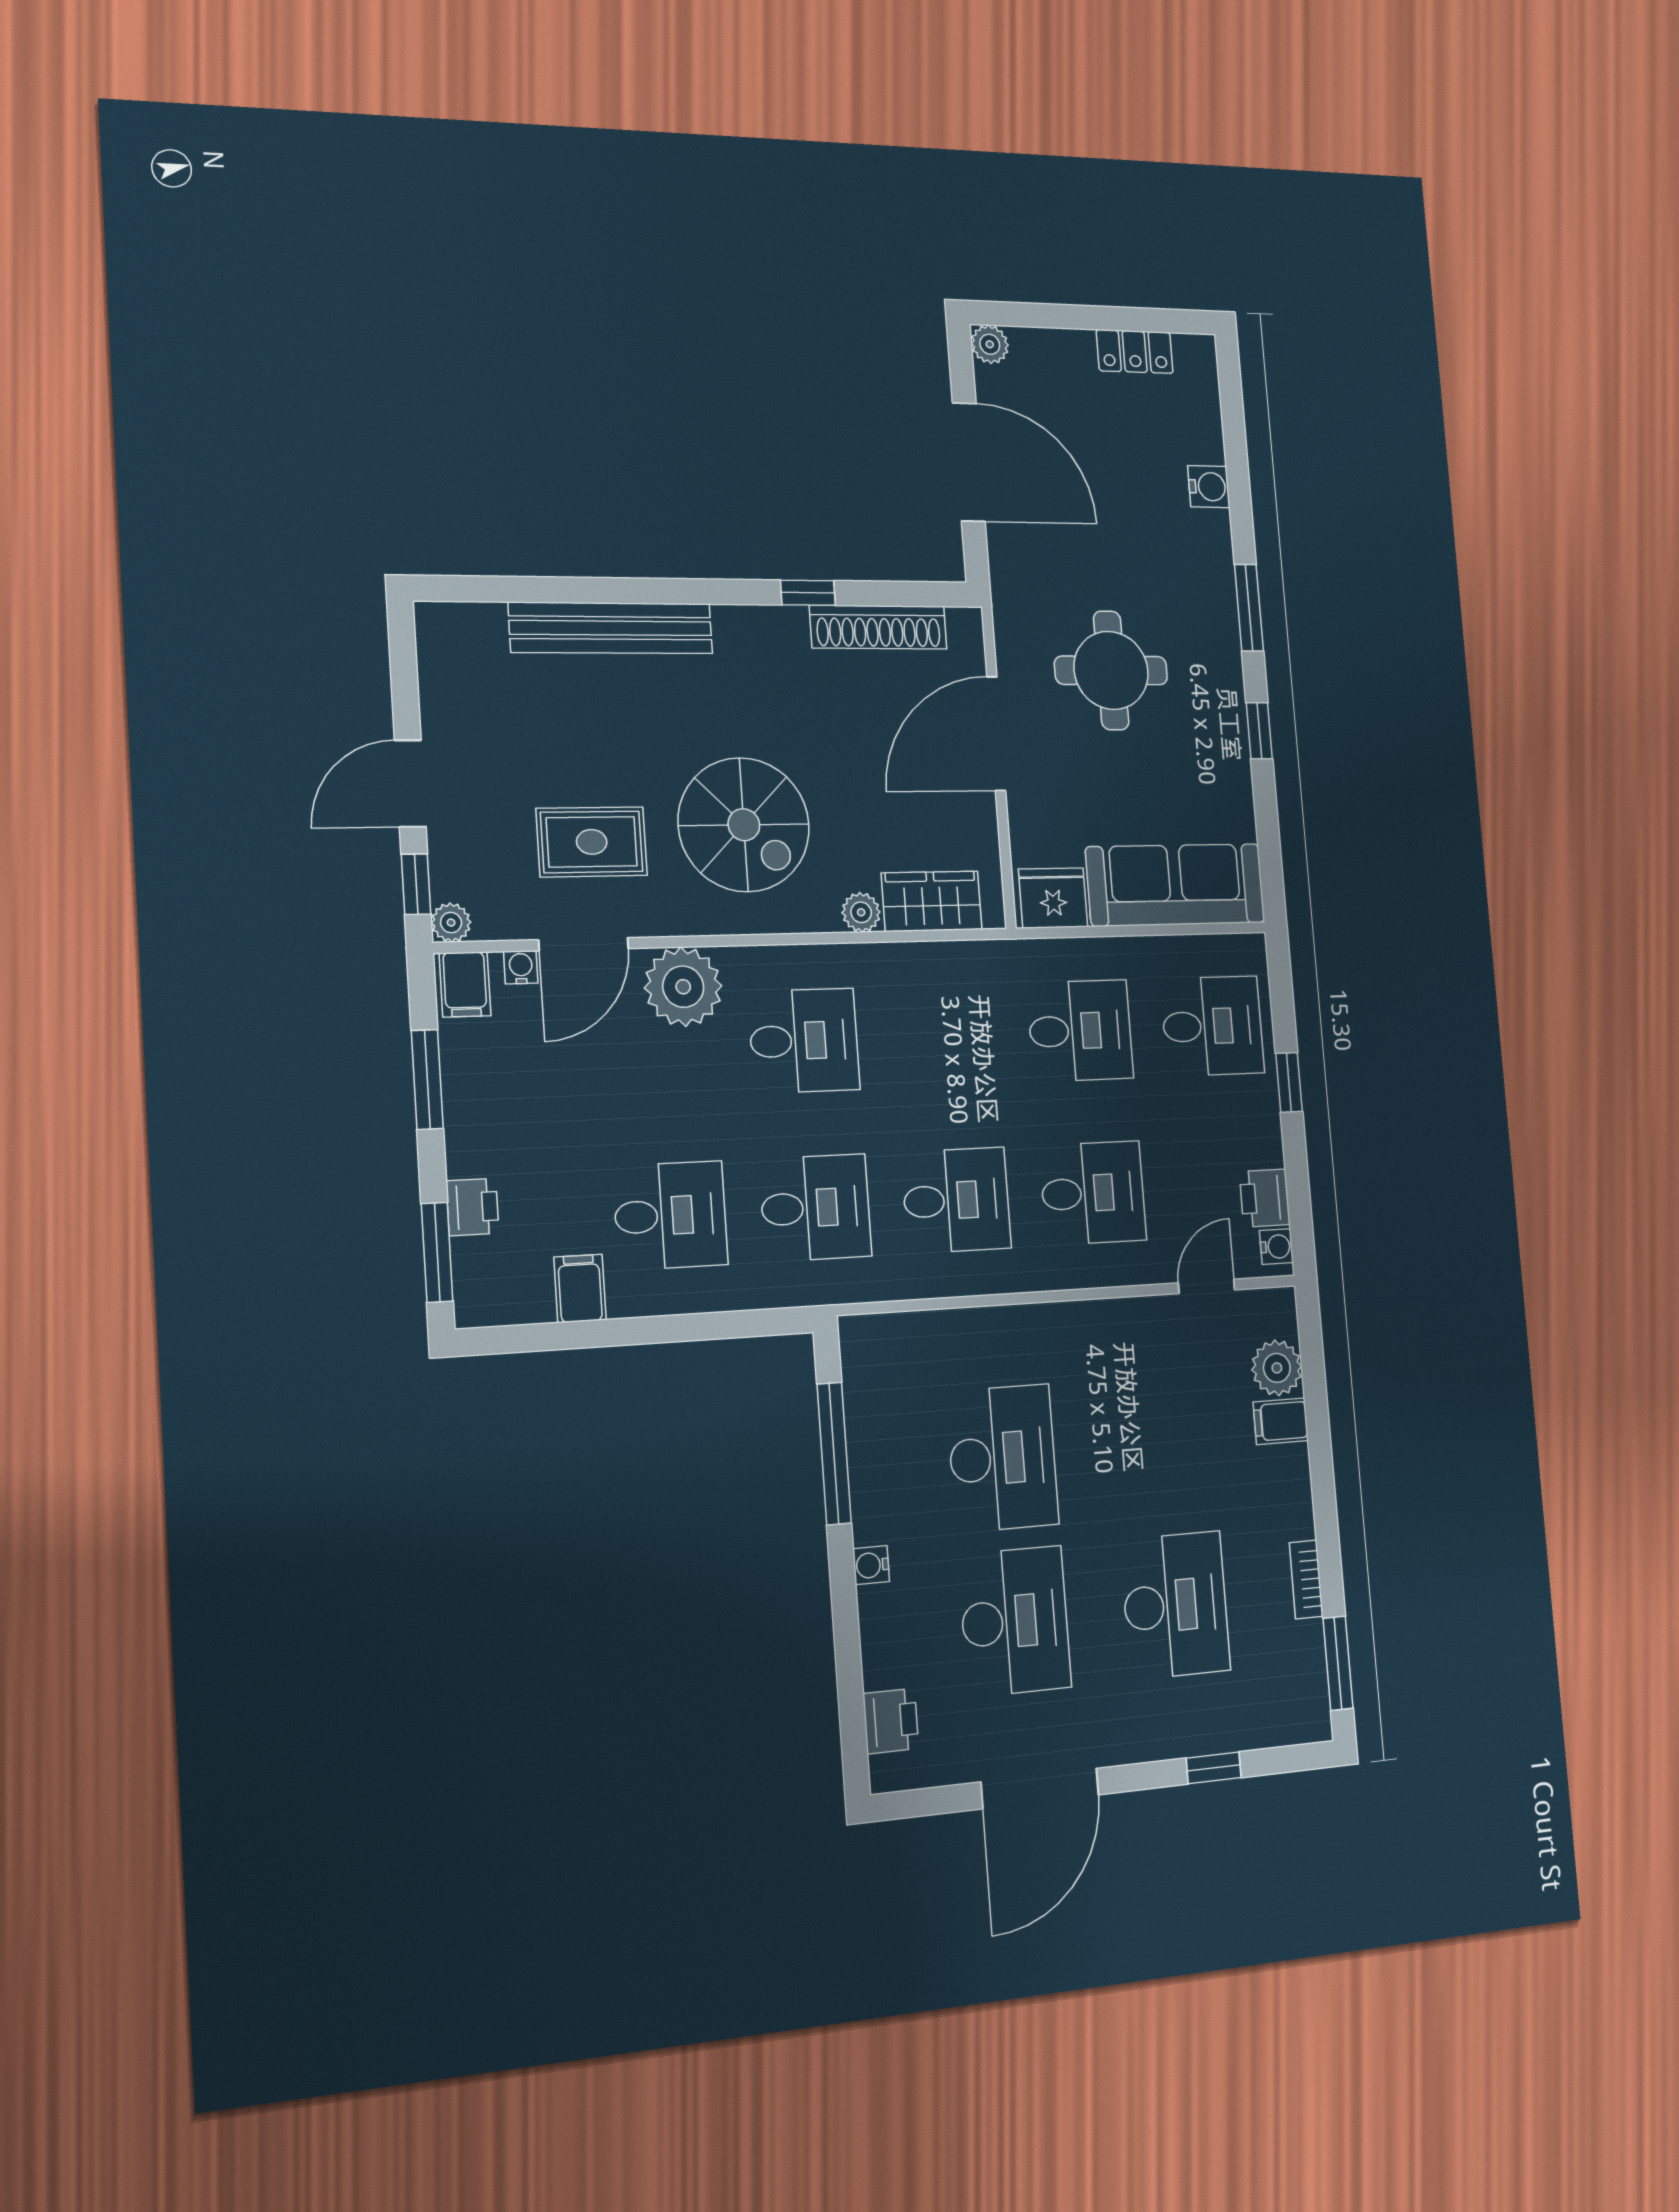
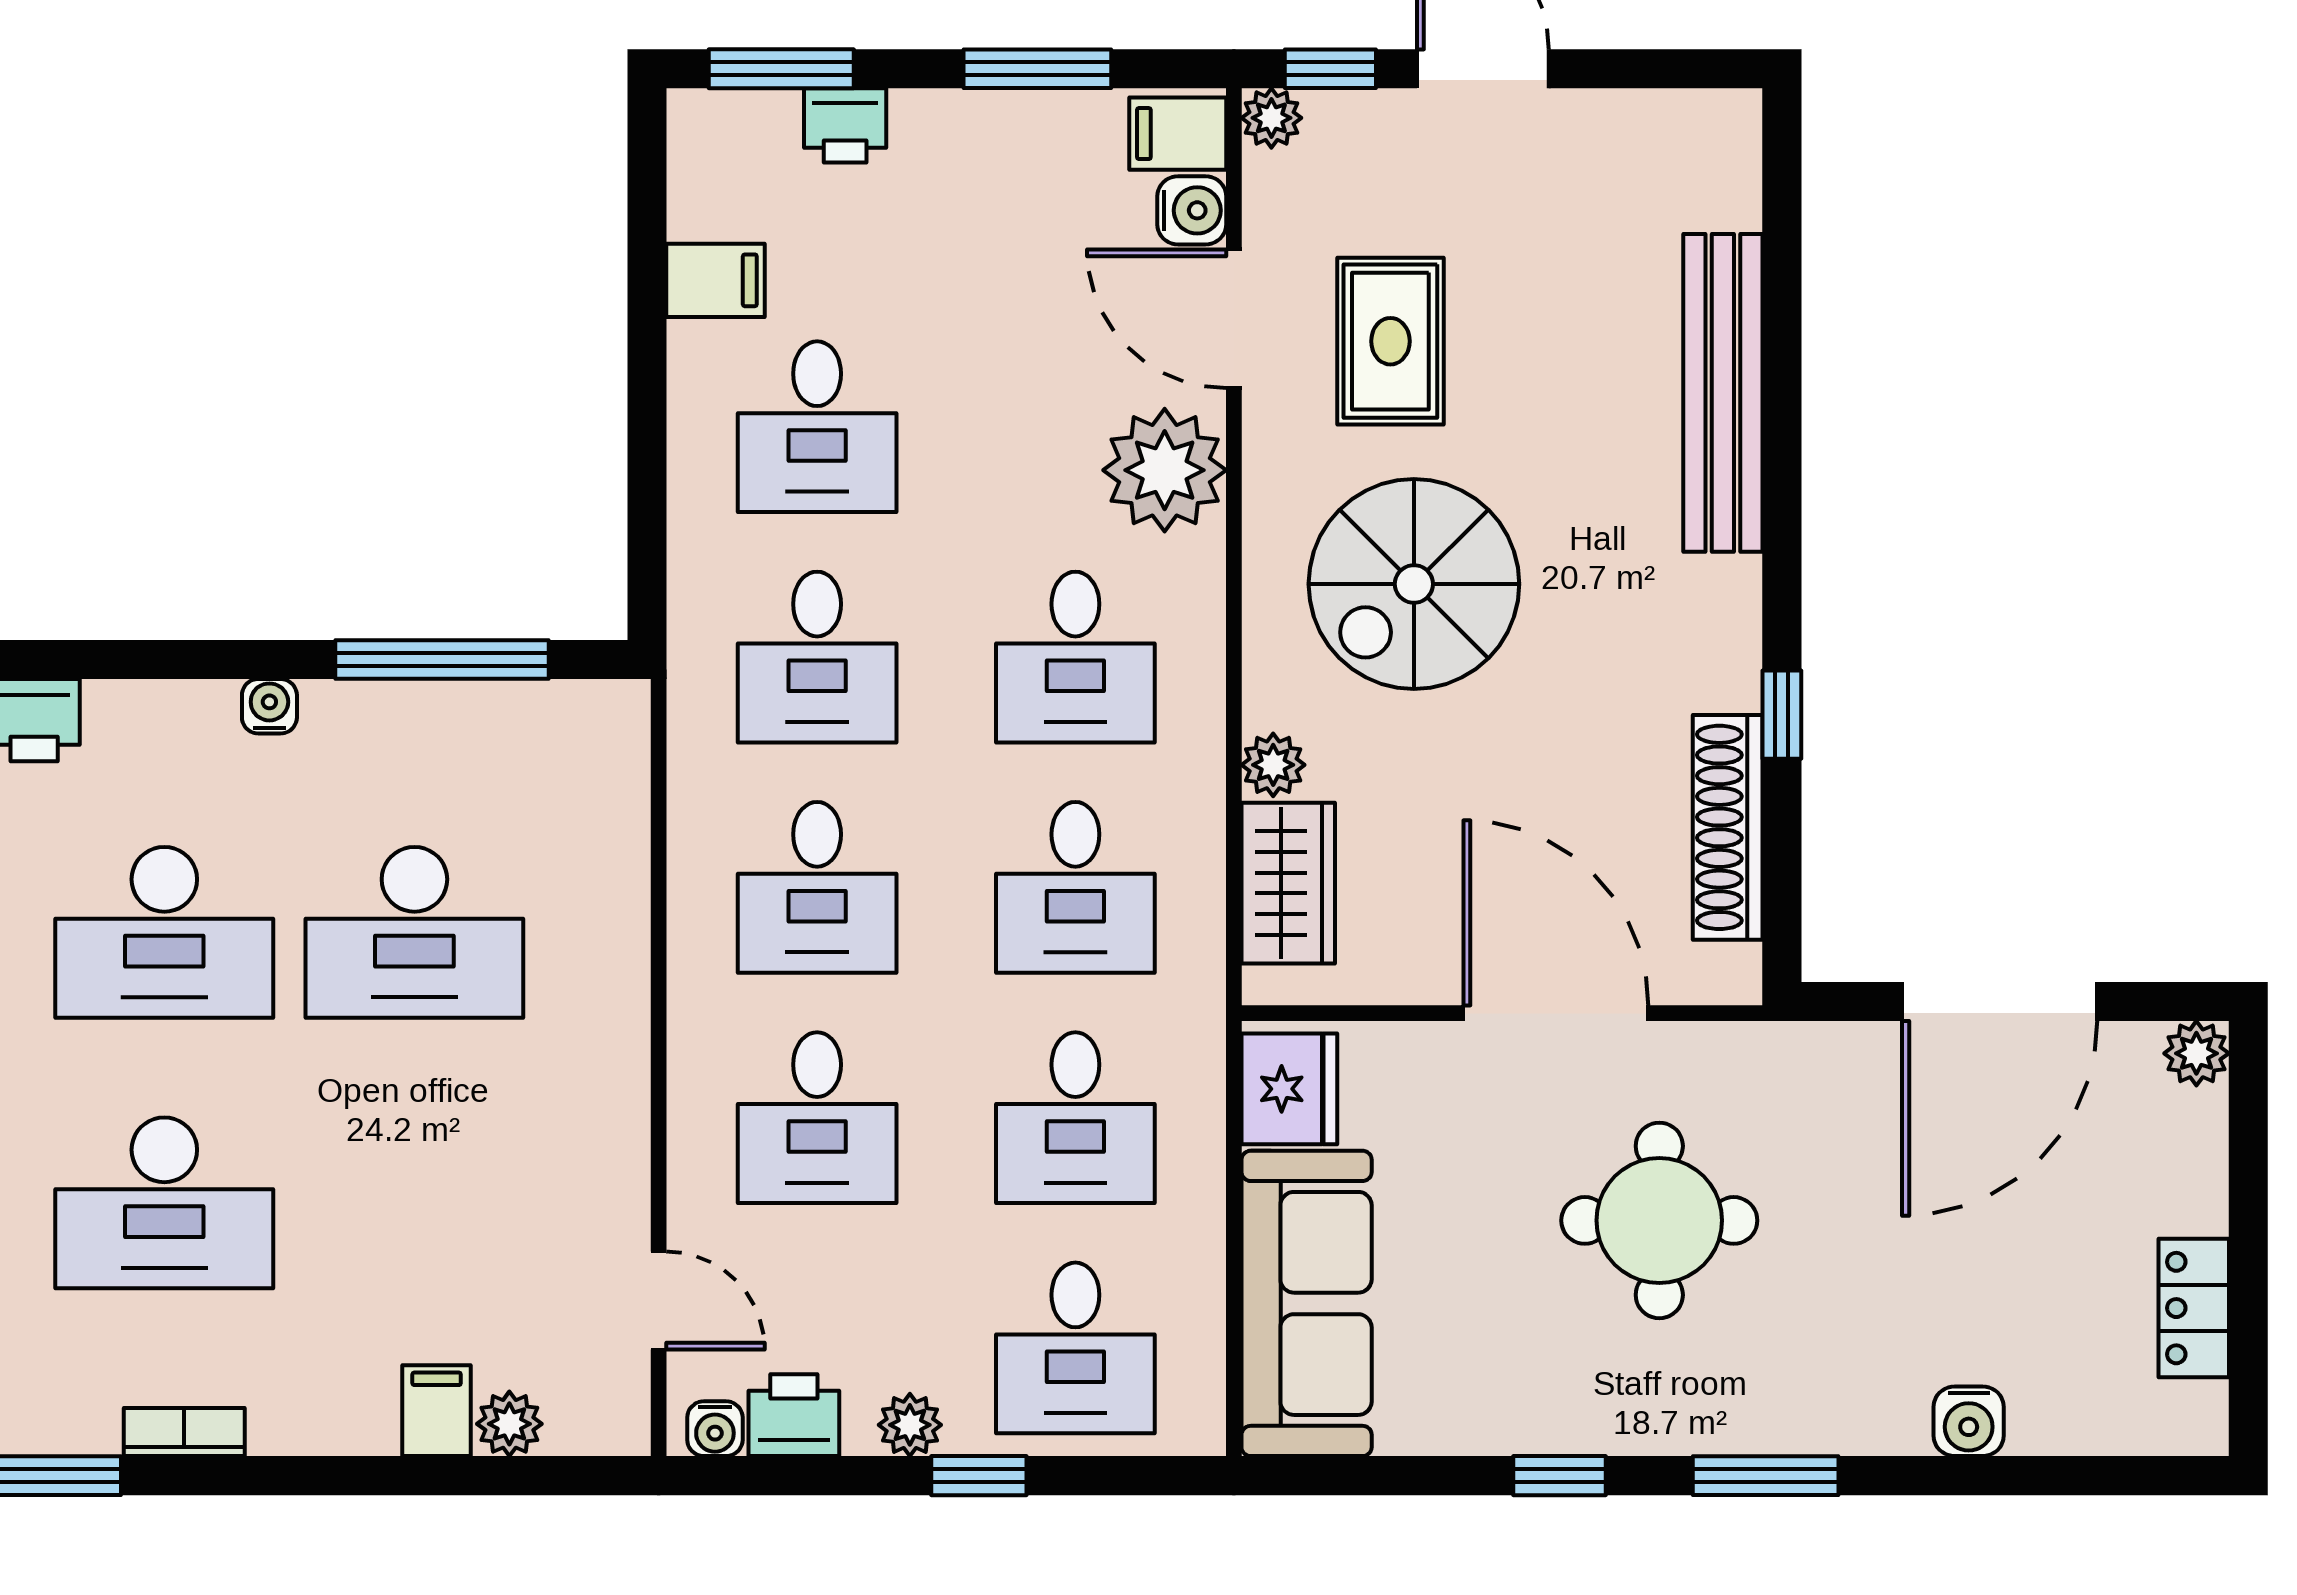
water cooler: (521, 967) -> (1192, 210), width x1.38, depth x1.38
desk: (944, 1036) -> (1075, 887), added
plant: (1264, 1126) -> (910, 1425), added
plant: (1277, 1368) -> (509, 1424), width x0.73, depth x0.73

